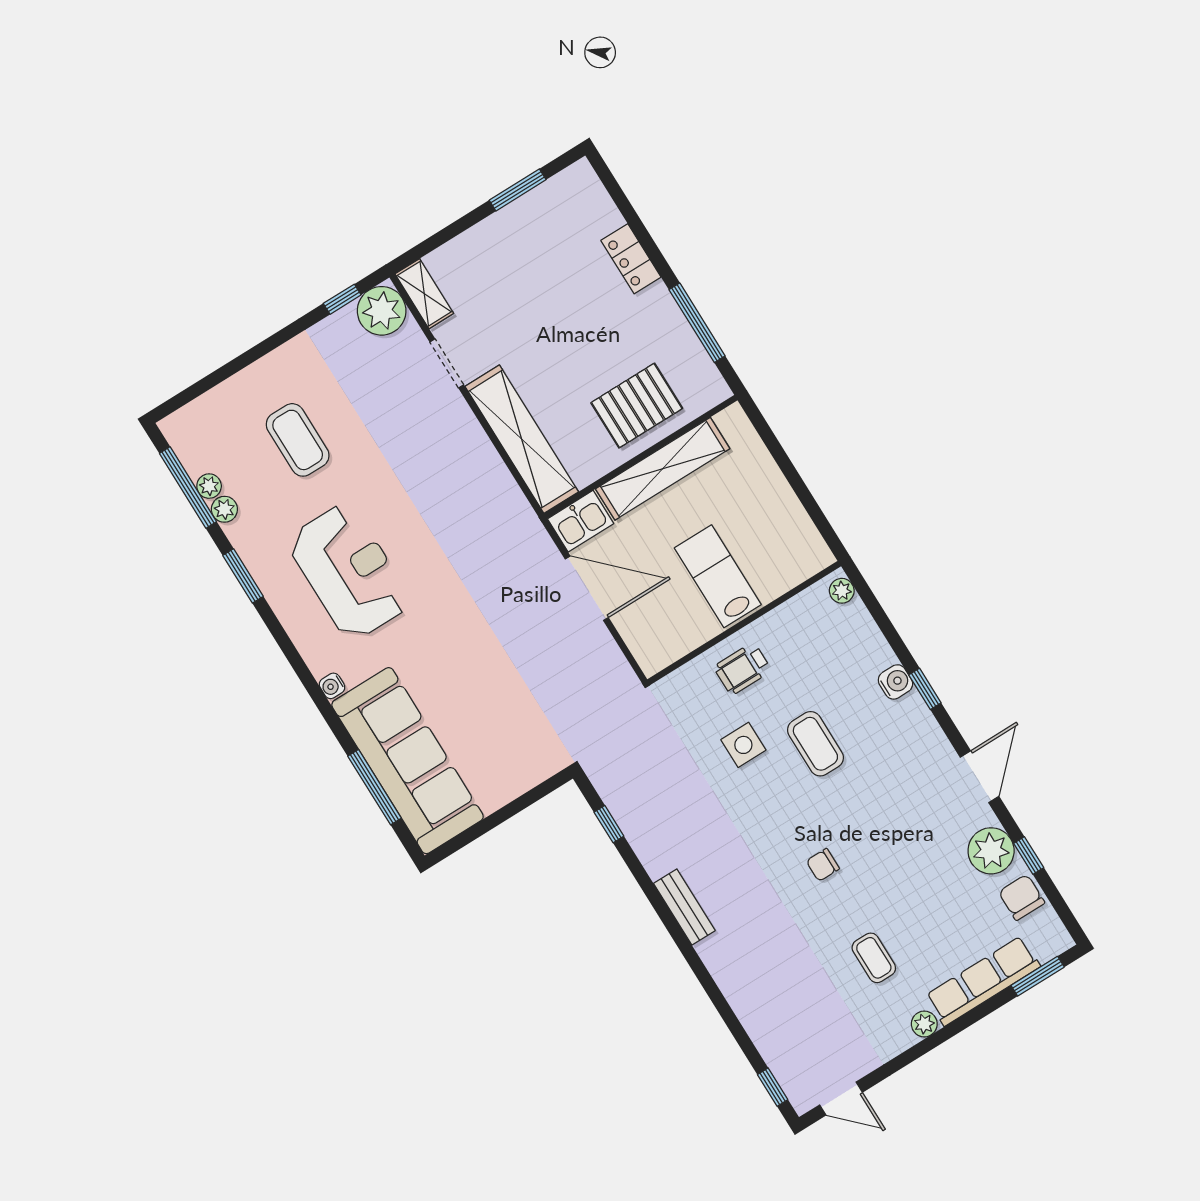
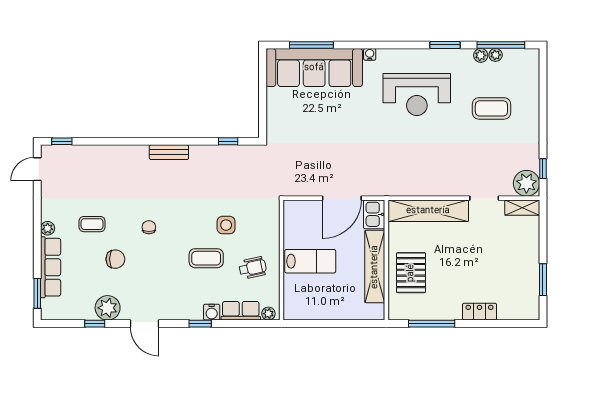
row of seats: (865, 637) -> (241, 311), added
wheelchair: (742, 669) -> (253, 268), moved, turned 78
chair: (1022, 897) -> (115, 259), moved

